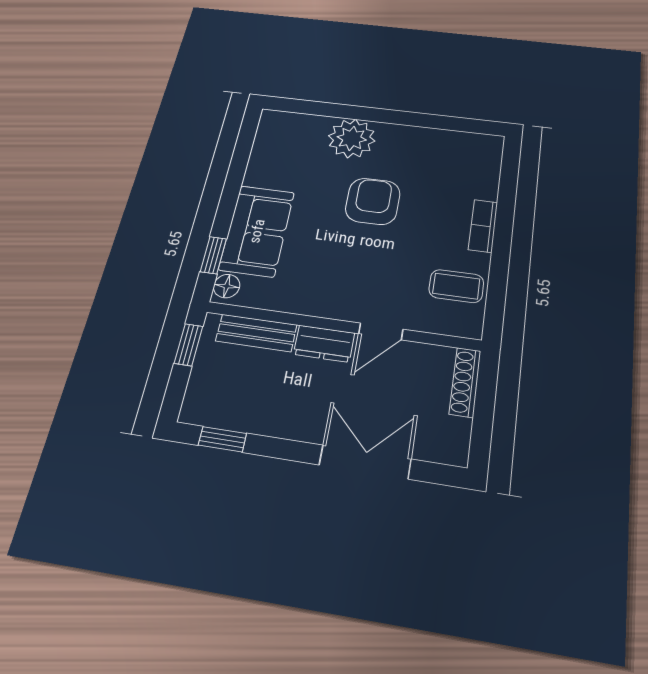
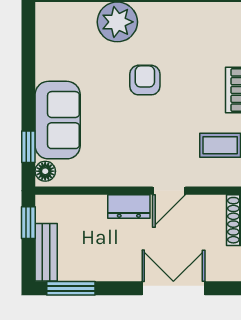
armchair: (373, 201) -> (145, 80), width x0.72, depth x0.72
bench: (256, 333) -> (46, 252), moved, turned 90
window: (222, 439) -> (71, 288), width x1.50

